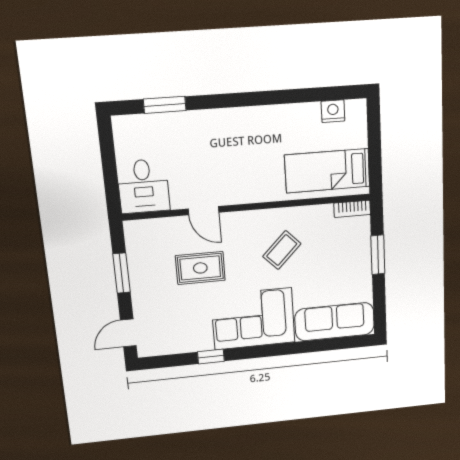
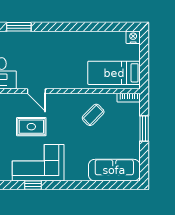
nightstand: (333, 111) -> (133, 37), moved
coffee table: (282, 250) -> (93, 115), moved
corner sofa: (253, 319) -> (38, 163), moved

